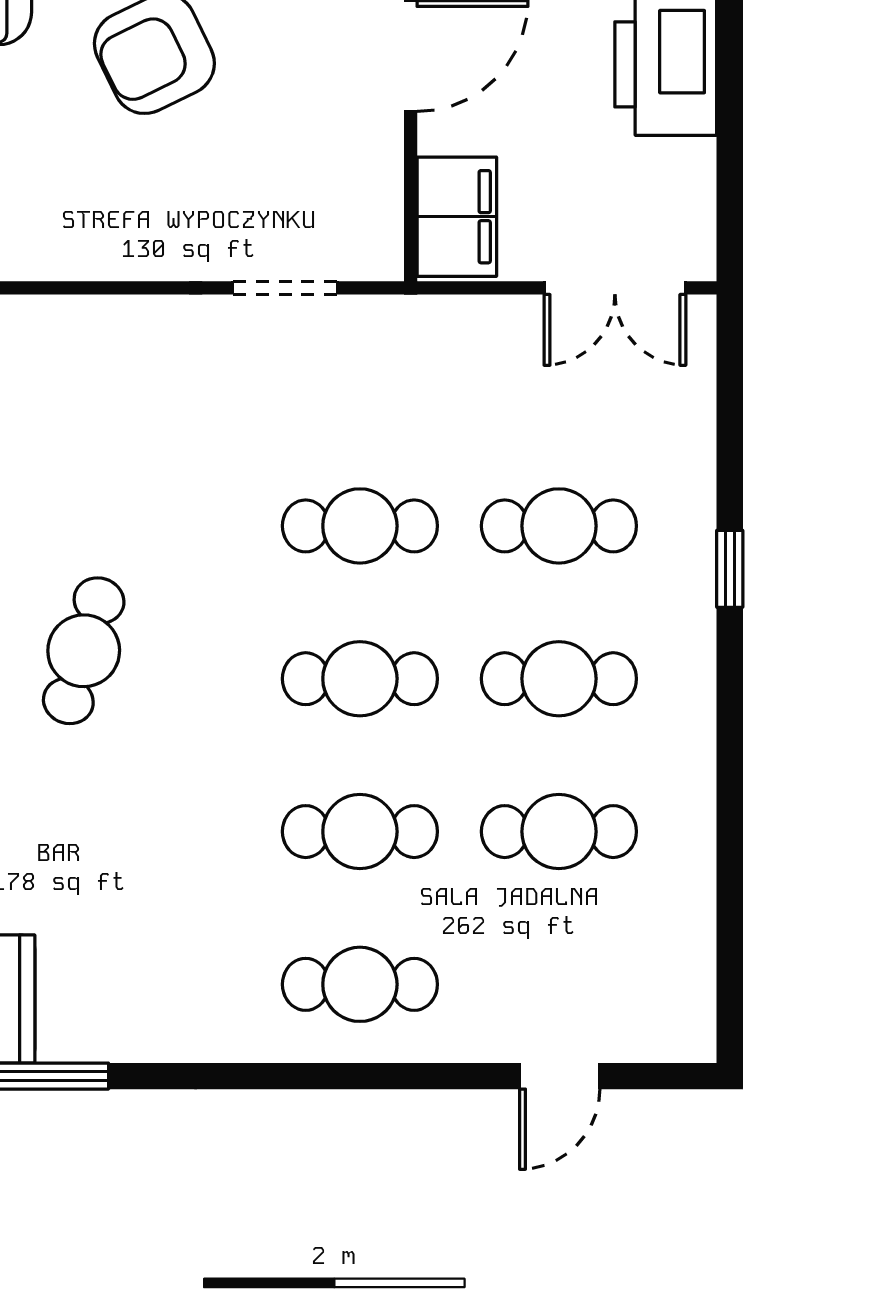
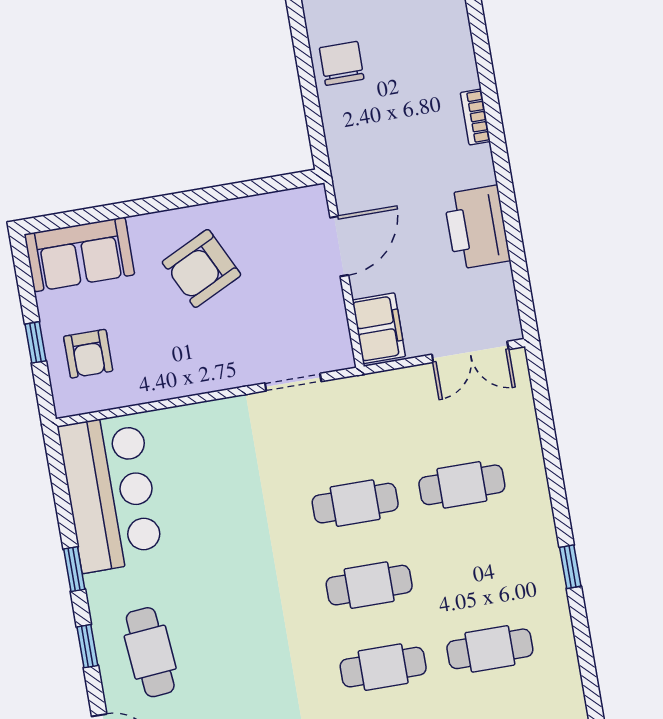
window: (730, 569) -> (570, 567), moved
cafe table: (84, 651) -> (218, 595), removed
cafe table: (559, 679) -> (476, 567), removed

